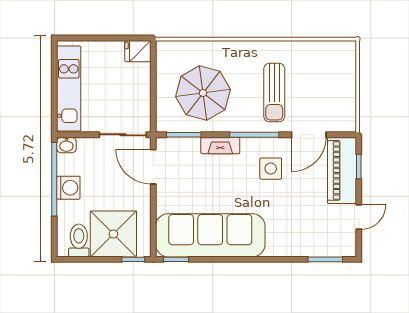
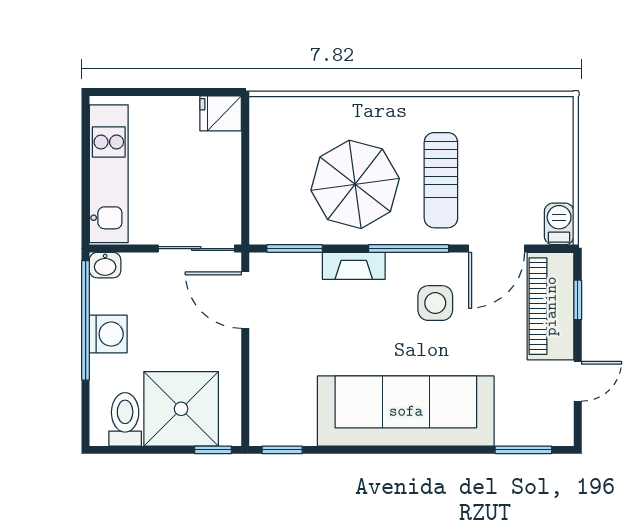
parasol: (203, 93) -> (355, 184), moved
barbecue: (347, 120) -> (559, 224), added
sofa: (210, 235) -> (406, 411), moved

